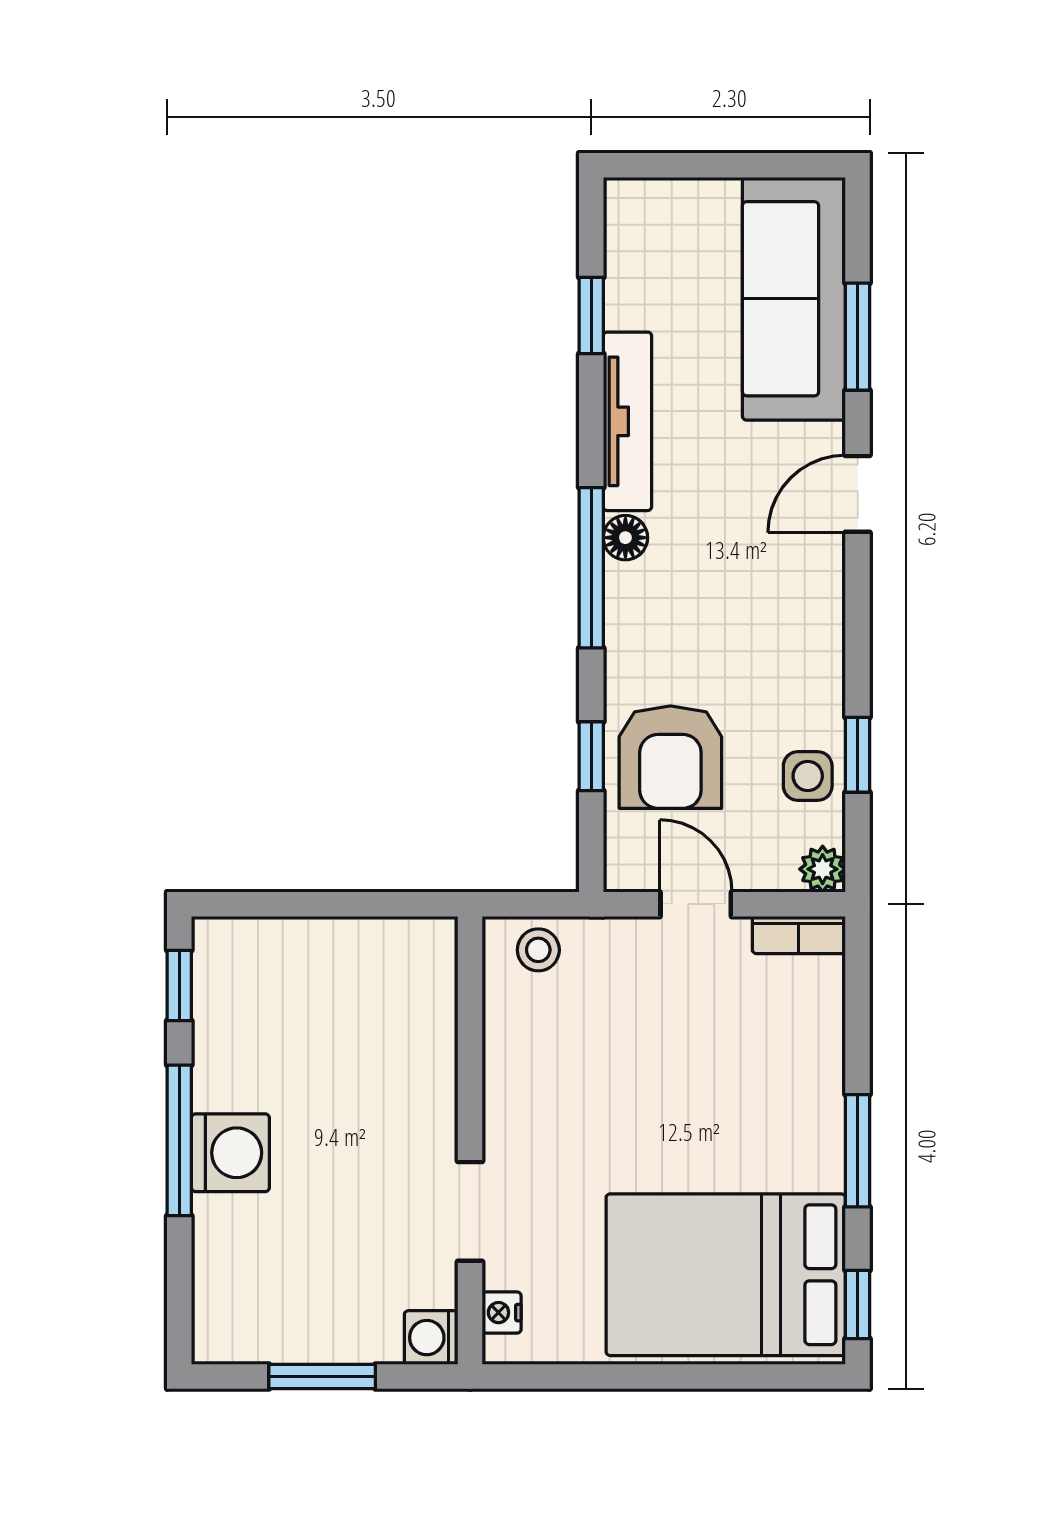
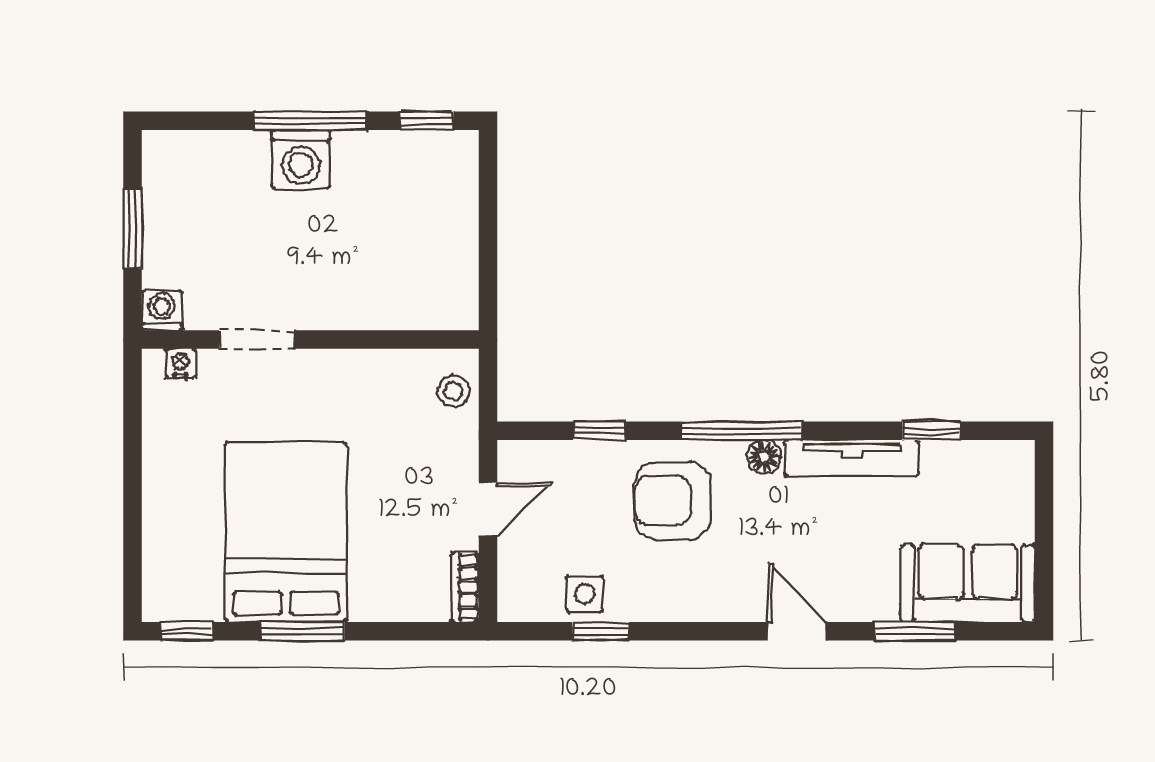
sofa: (794, 299) -> (968, 583), width x0.73
armchair: (670, 757) -> (672, 501), moved
plant: (823, 869) -> (514, 605), removed
bed: (726, 1275) -> (286, 532), moved

